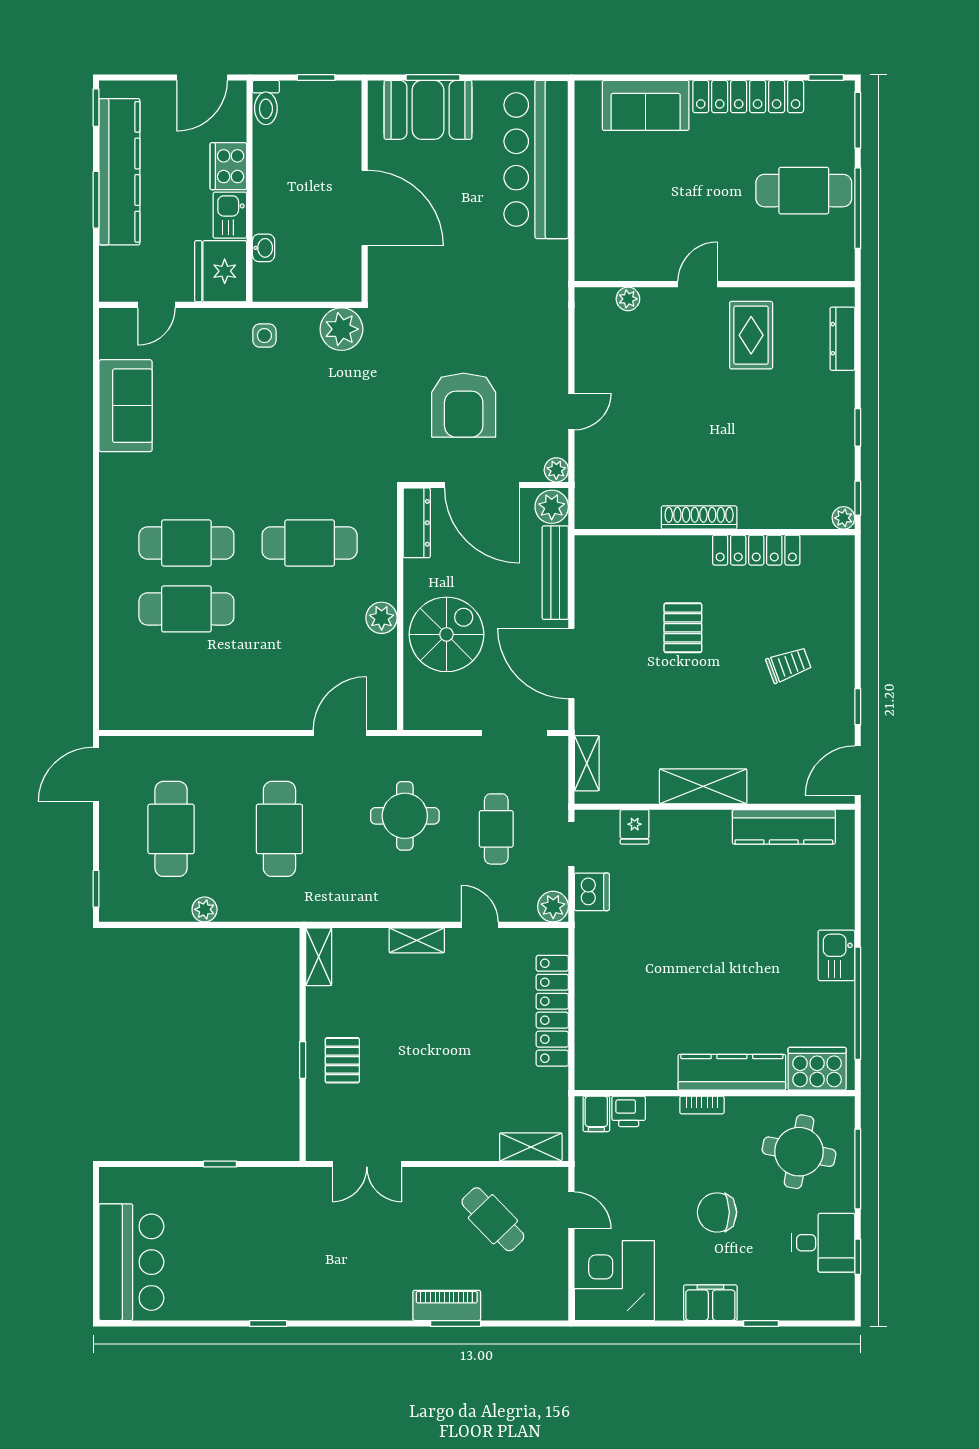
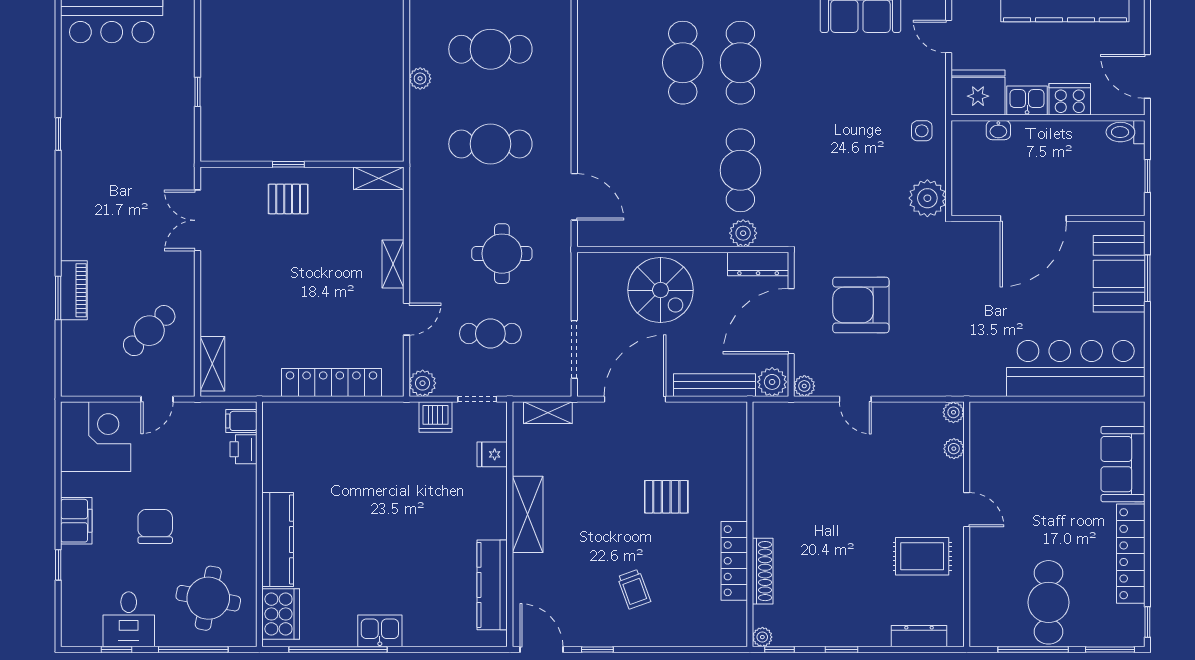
plant: (586, 299) -> (953, 412), added
shoe rack: (699, 518) -> (763, 571), moved
plant: (382, 618) -> (743, 233), moved
bookcase: (702, 1105) -> (249, 513), removed

